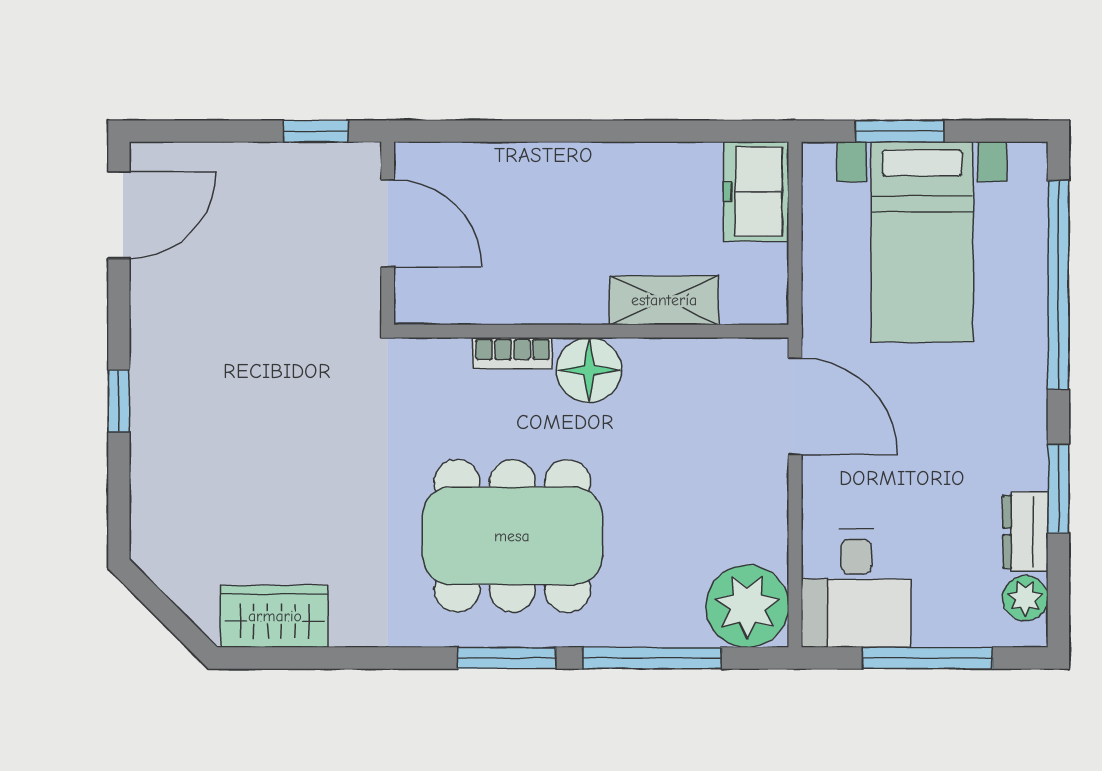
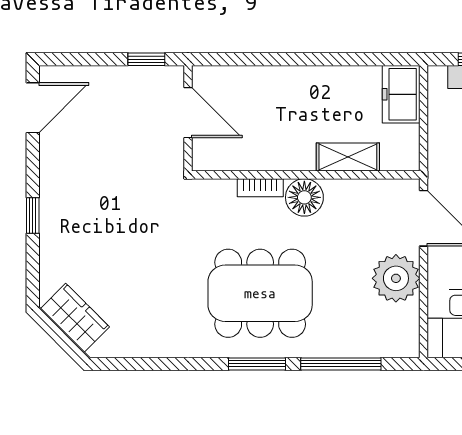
plant: (747, 606) -> (396, 278), moved
wardrobe: (275, 616) -> (75, 318), moved, turned 45

